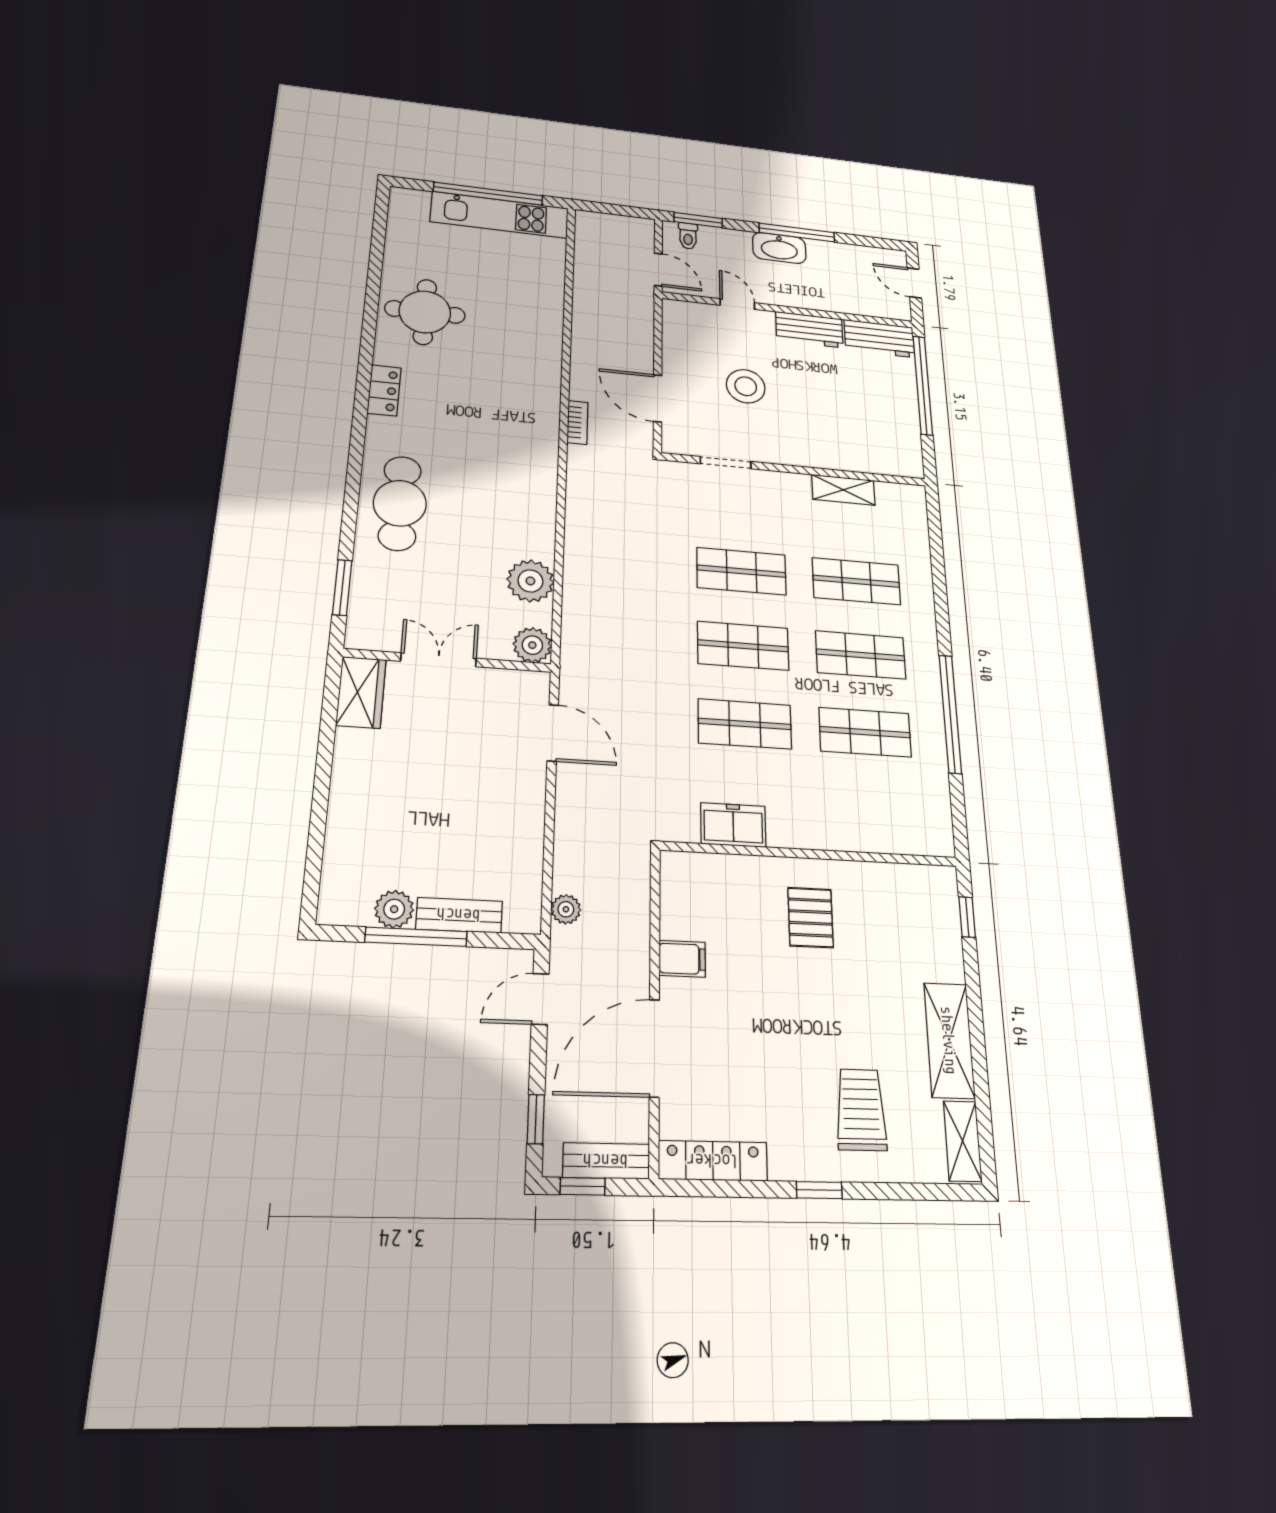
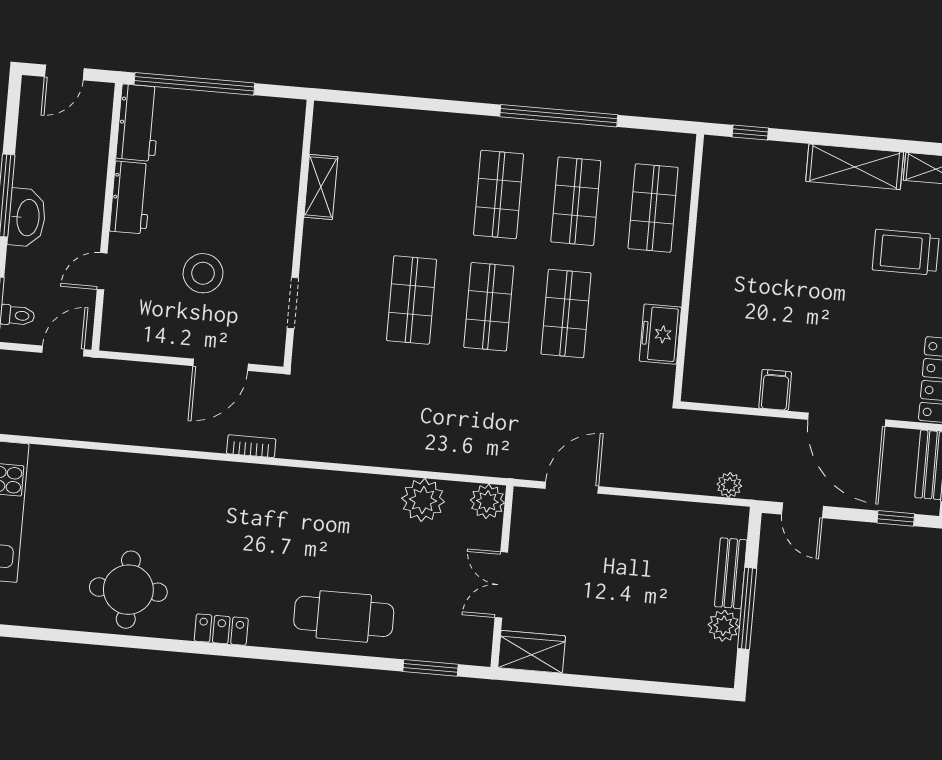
shop shelf: (856, 581) -> (653, 208), moved
pallet: (811, 918) -> (745, 275), removed

